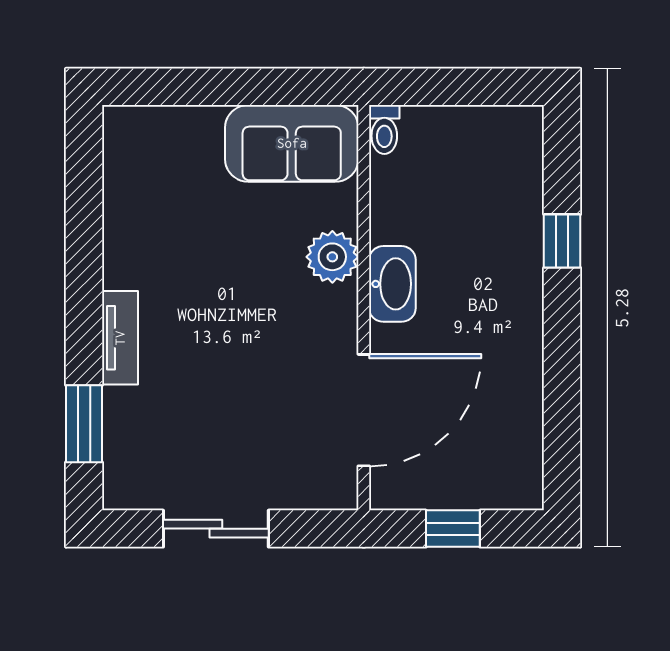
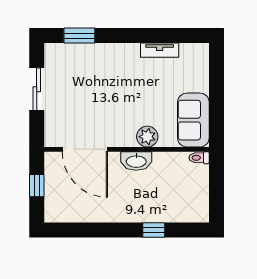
tv unit: (120, 338) -> (160, 50), moved

